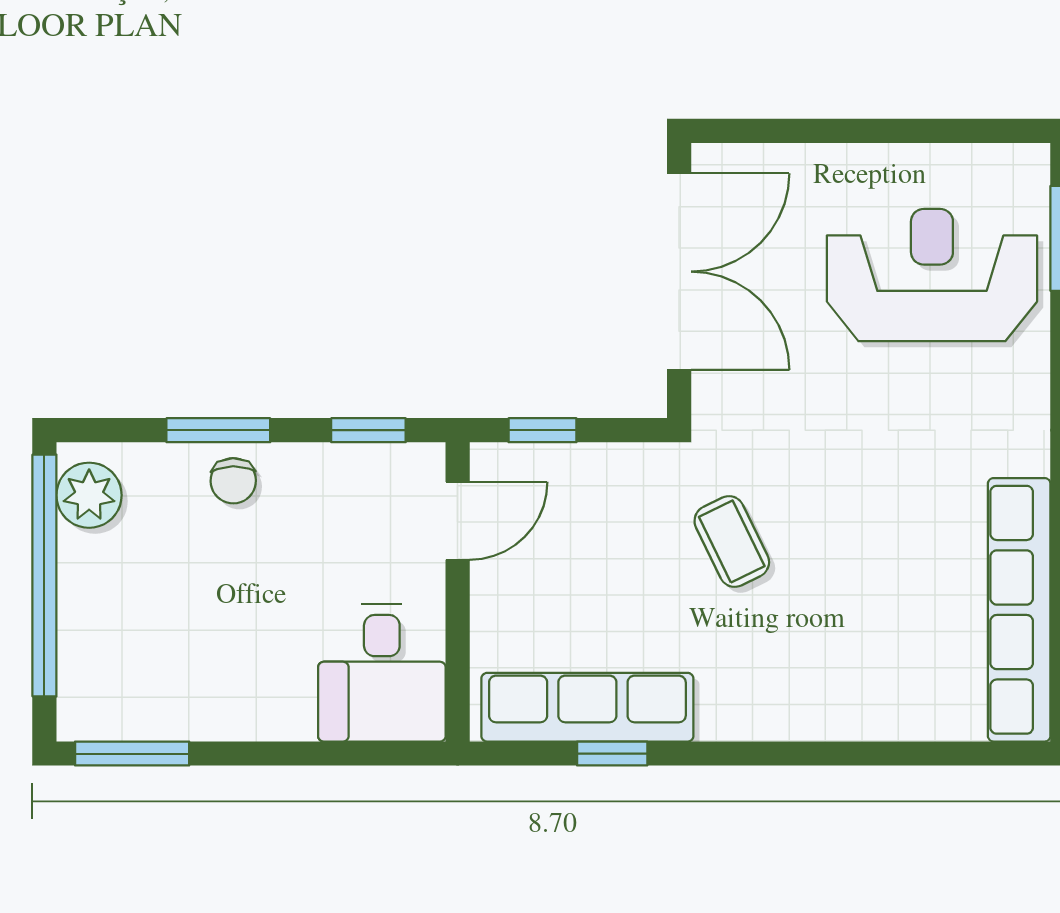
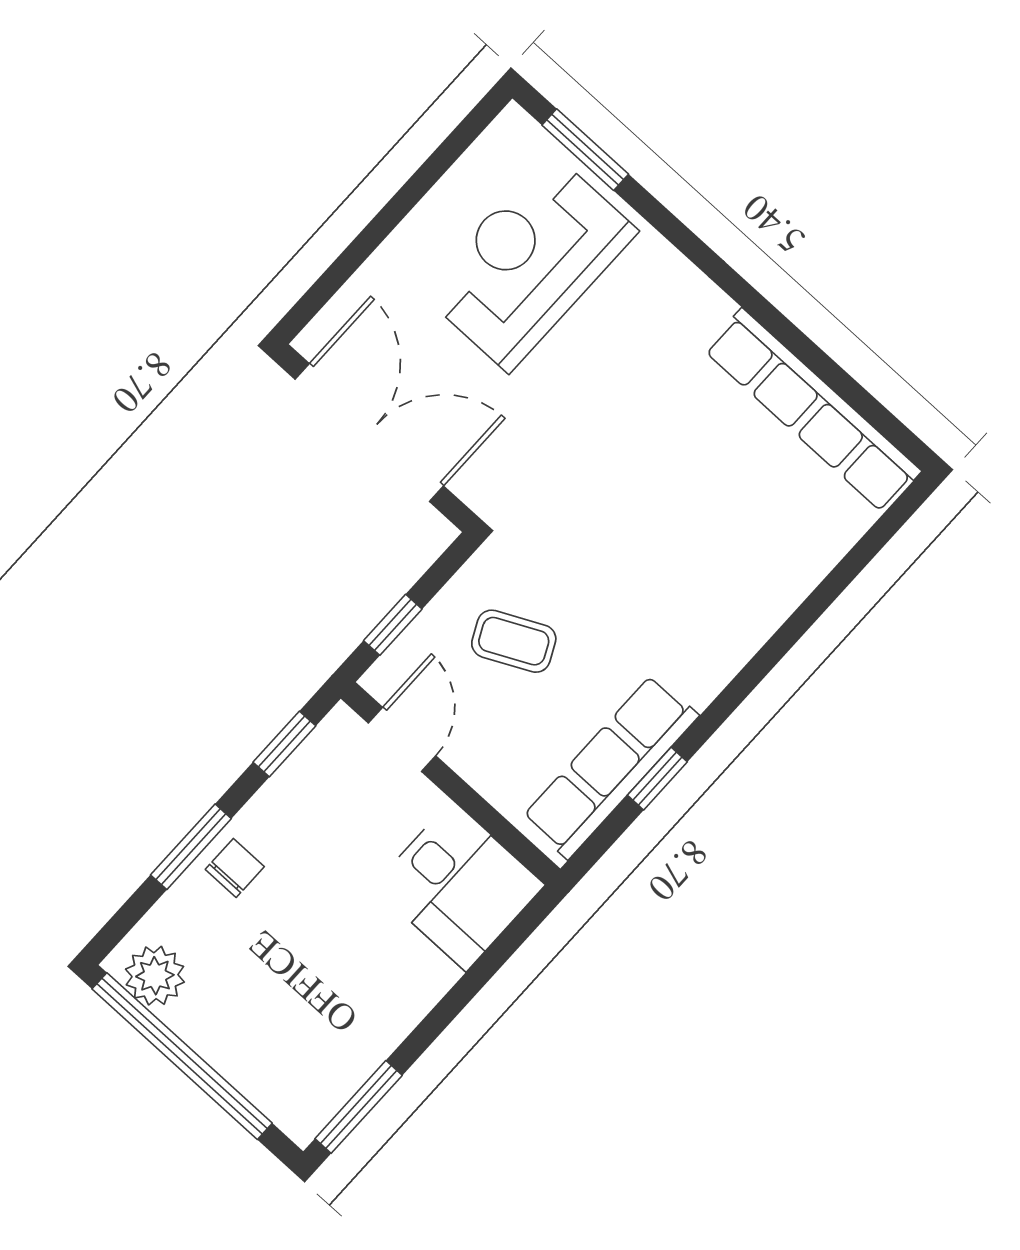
chair: (233, 481) -> (235, 868), turned -89
coffee table: (732, 542) -> (514, 641), moved

